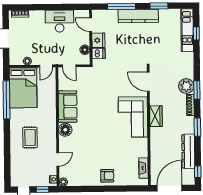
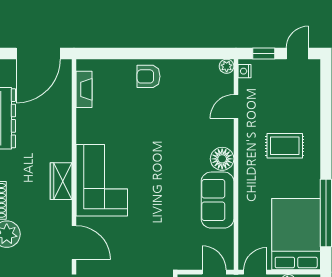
rug: (30, 137) -> (285, 146), turned 90

